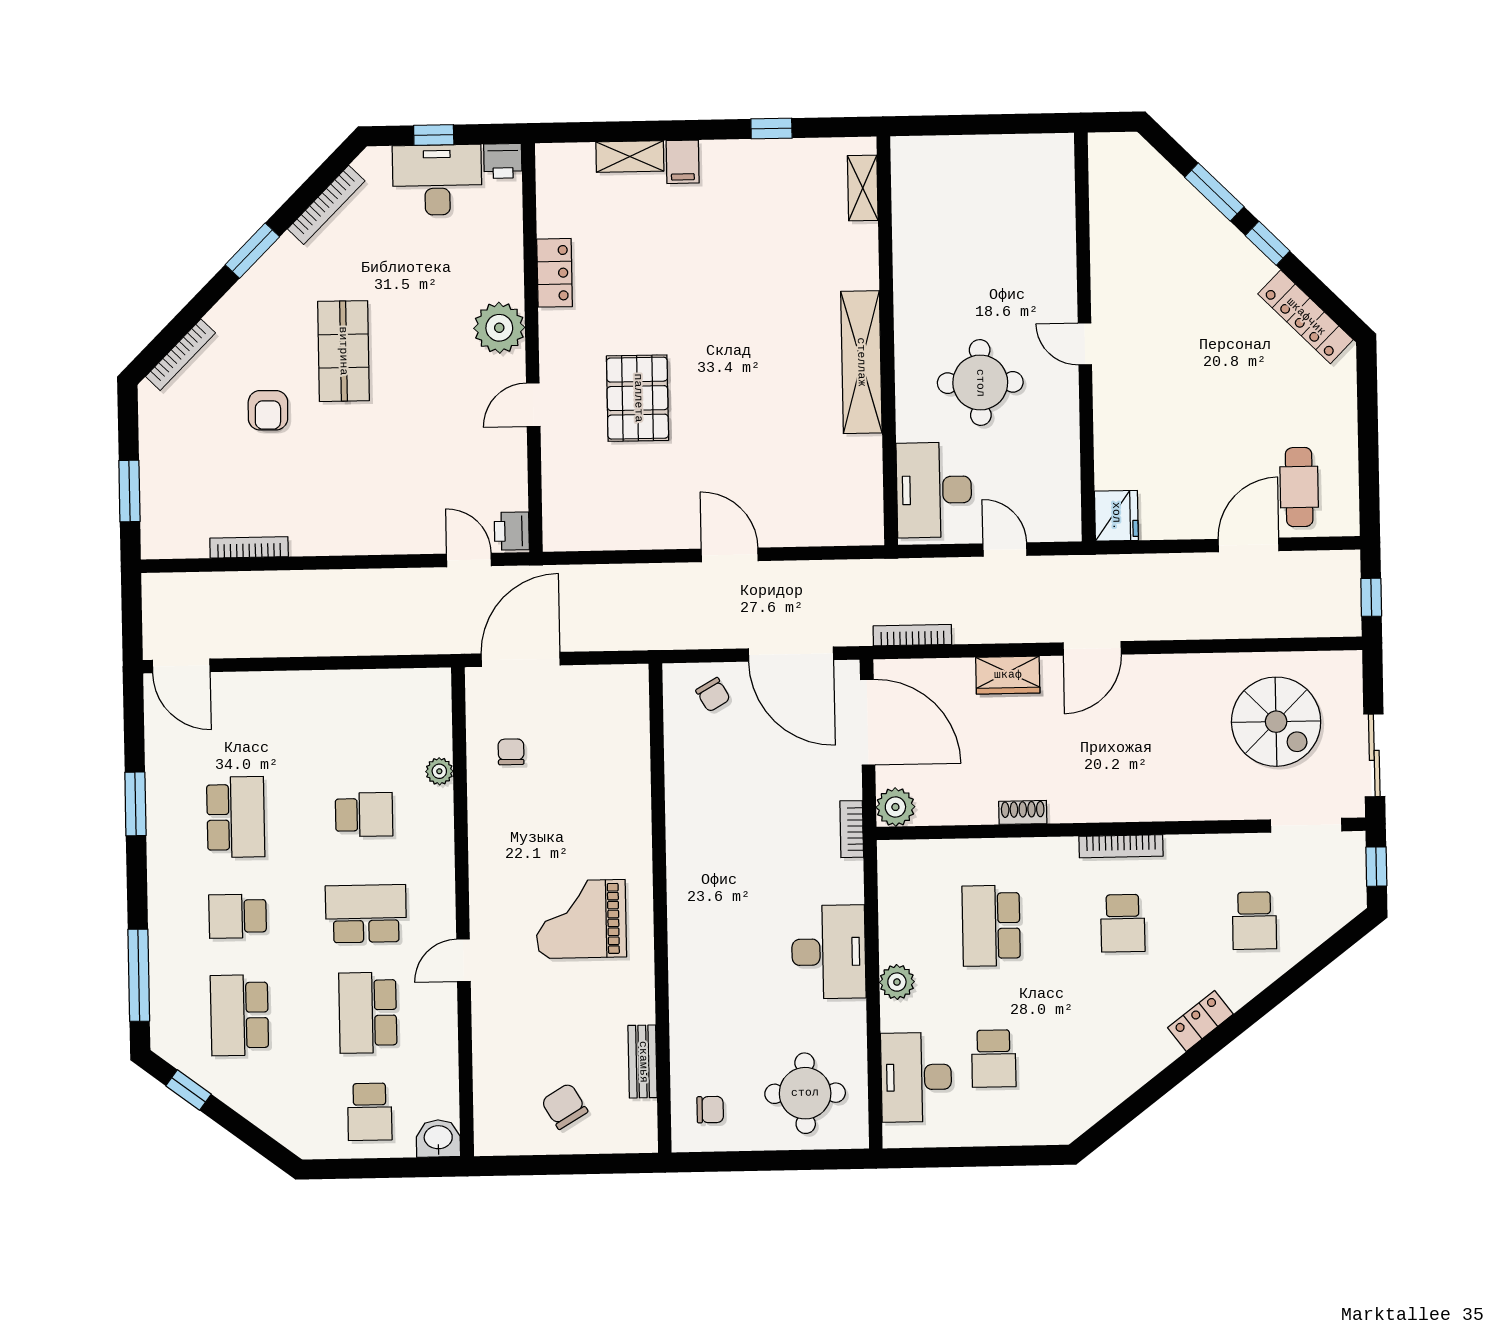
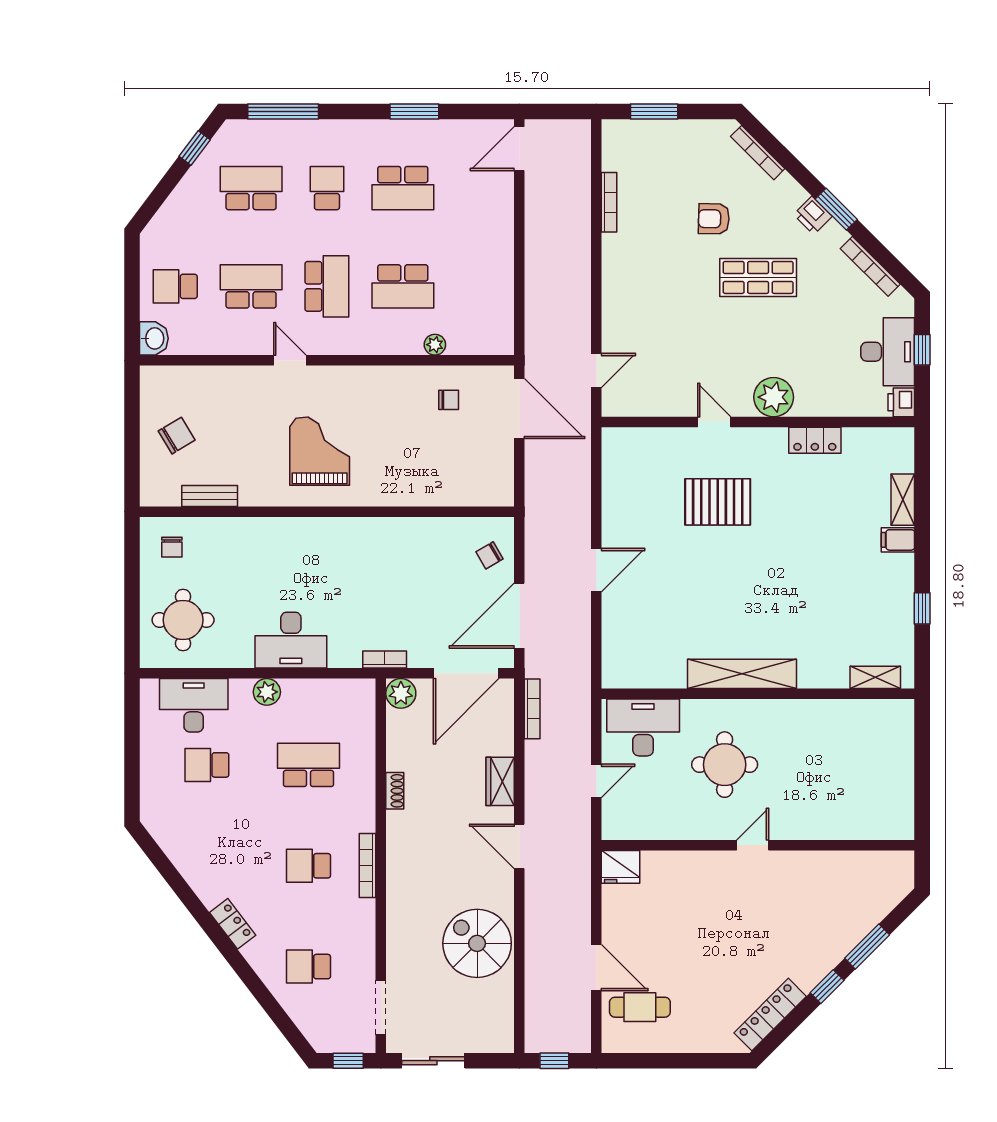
printer: (512, 531) -> (813, 215), moved, turned -135
spiral stairs: (1276, 722) -> (477, 943), moved, turned 90
school desk: (364, 815) -> (403, 286), width x1.85

